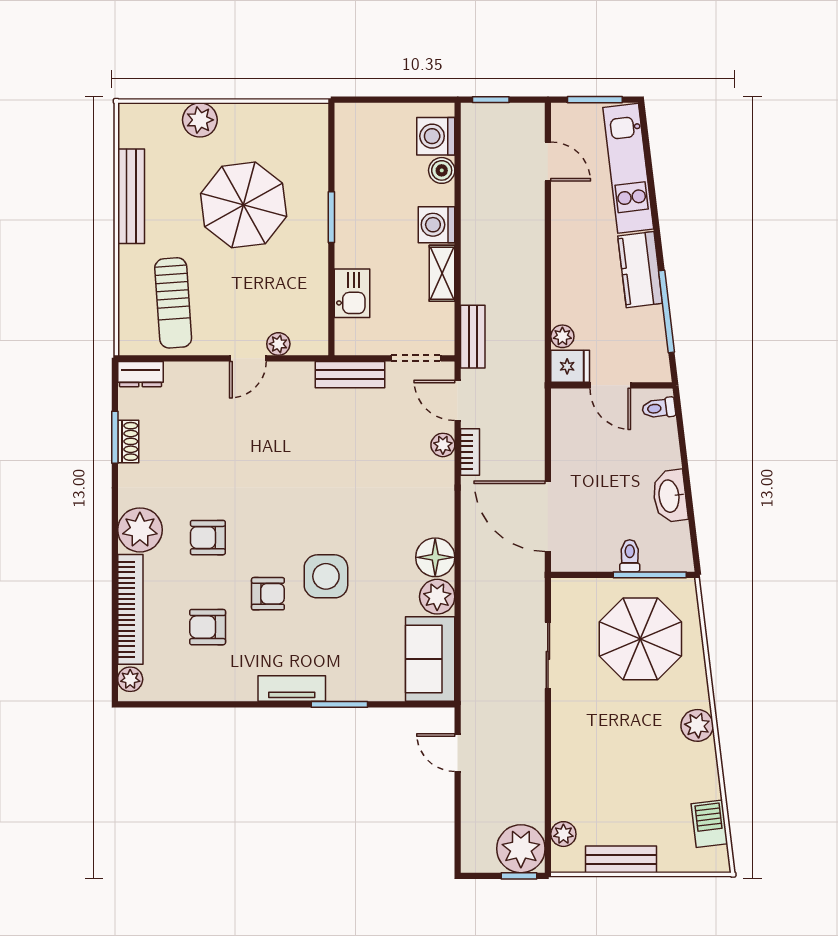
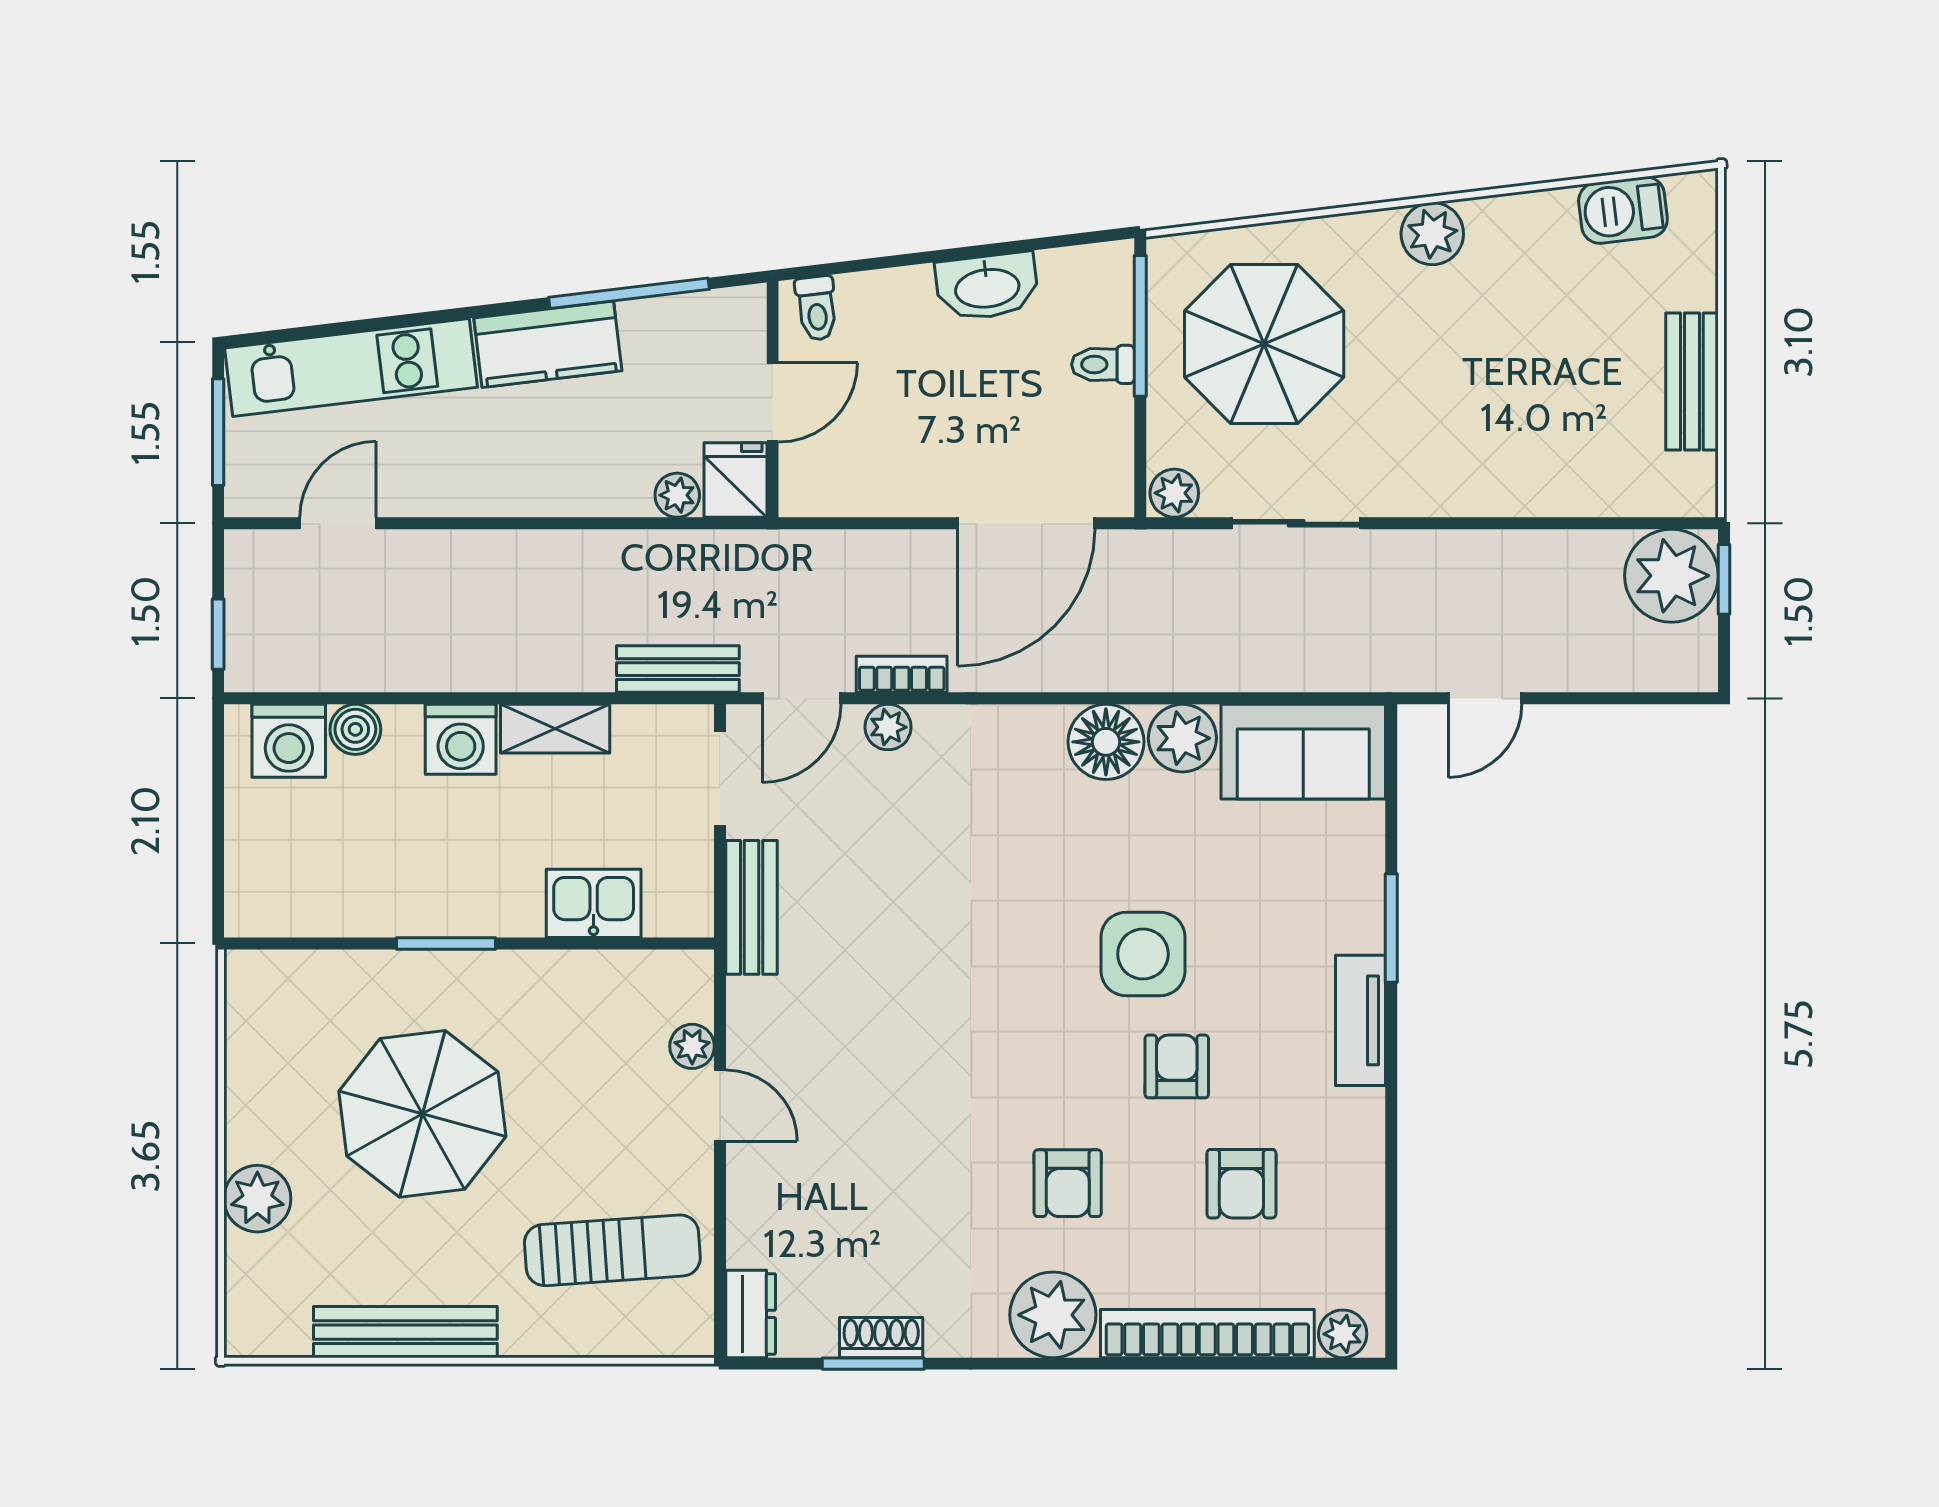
plant: (563, 834) -> (1174, 493), moved

